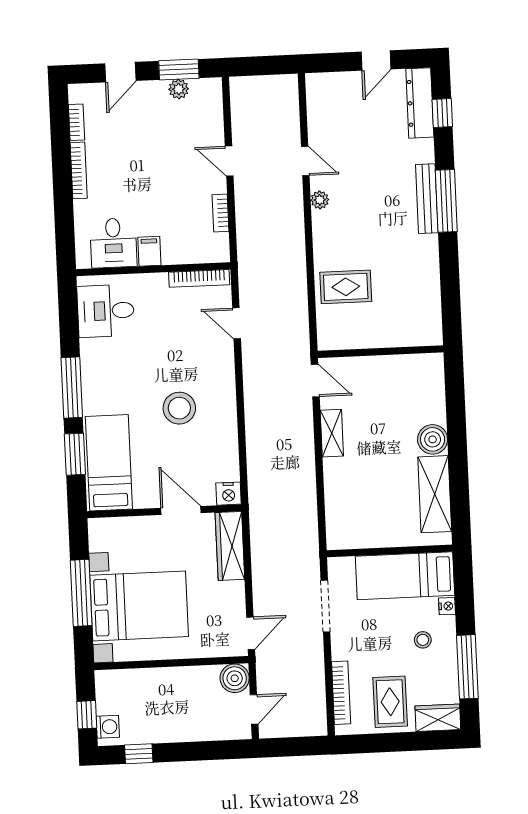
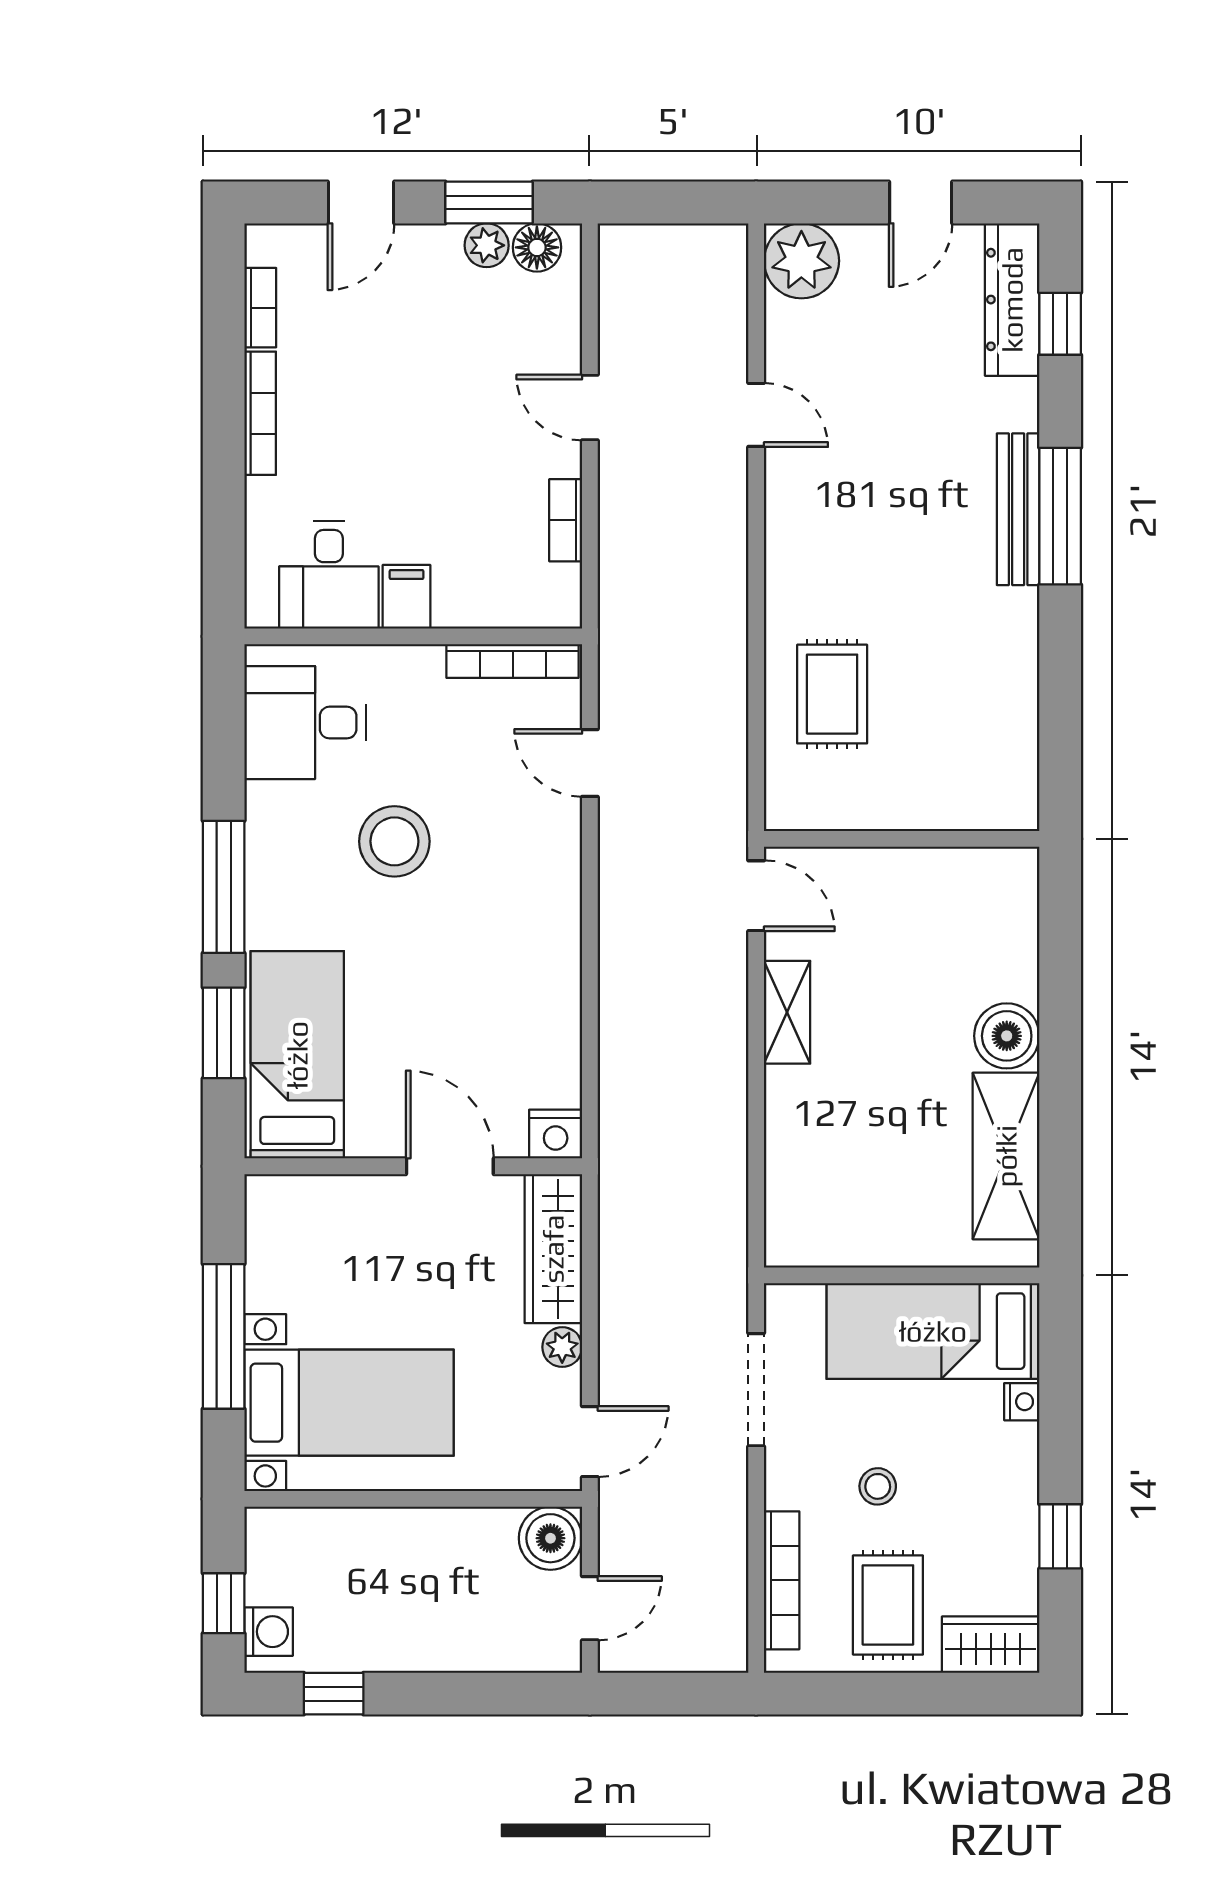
floor lamp: (202, 89) -> (537, 247), added
plant: (320, 200) -> (801, 261), moved, width x1.88, depth x1.88
rug: (346, 287) -> (832, 694), turned 90
stool: (179, 408) -> (394, 841), moved
plant: (236, 591) -> (562, 1347), added
bed with nightstands: (139, 606) -> (349, 1403), width x0.73
stool: (423, 640) -> (878, 1486), moved
window: (467, 667) -> (1060, 1536), width x0.46

